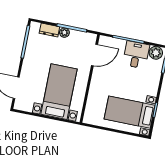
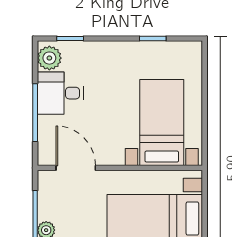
bed with nightstands: (130, 112) -> (162, 122), moved, turned 180

